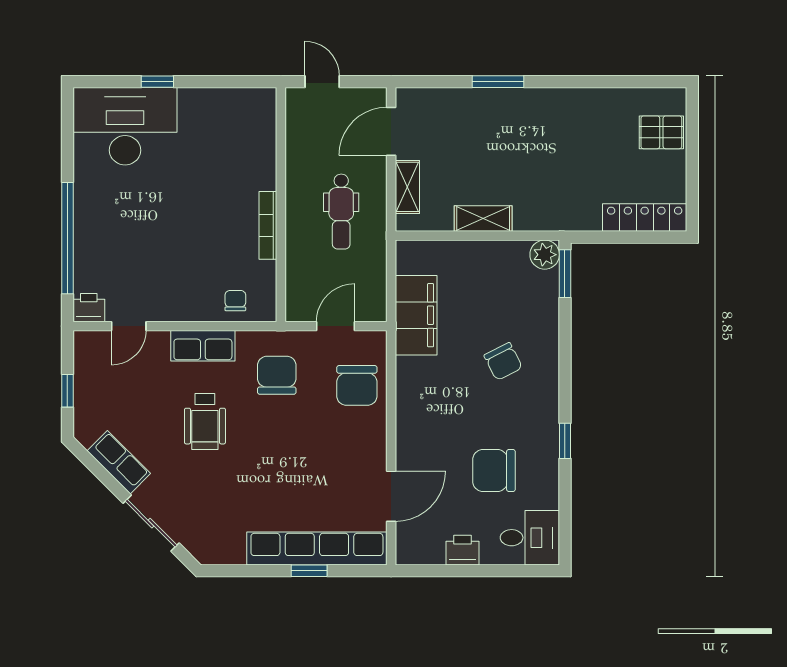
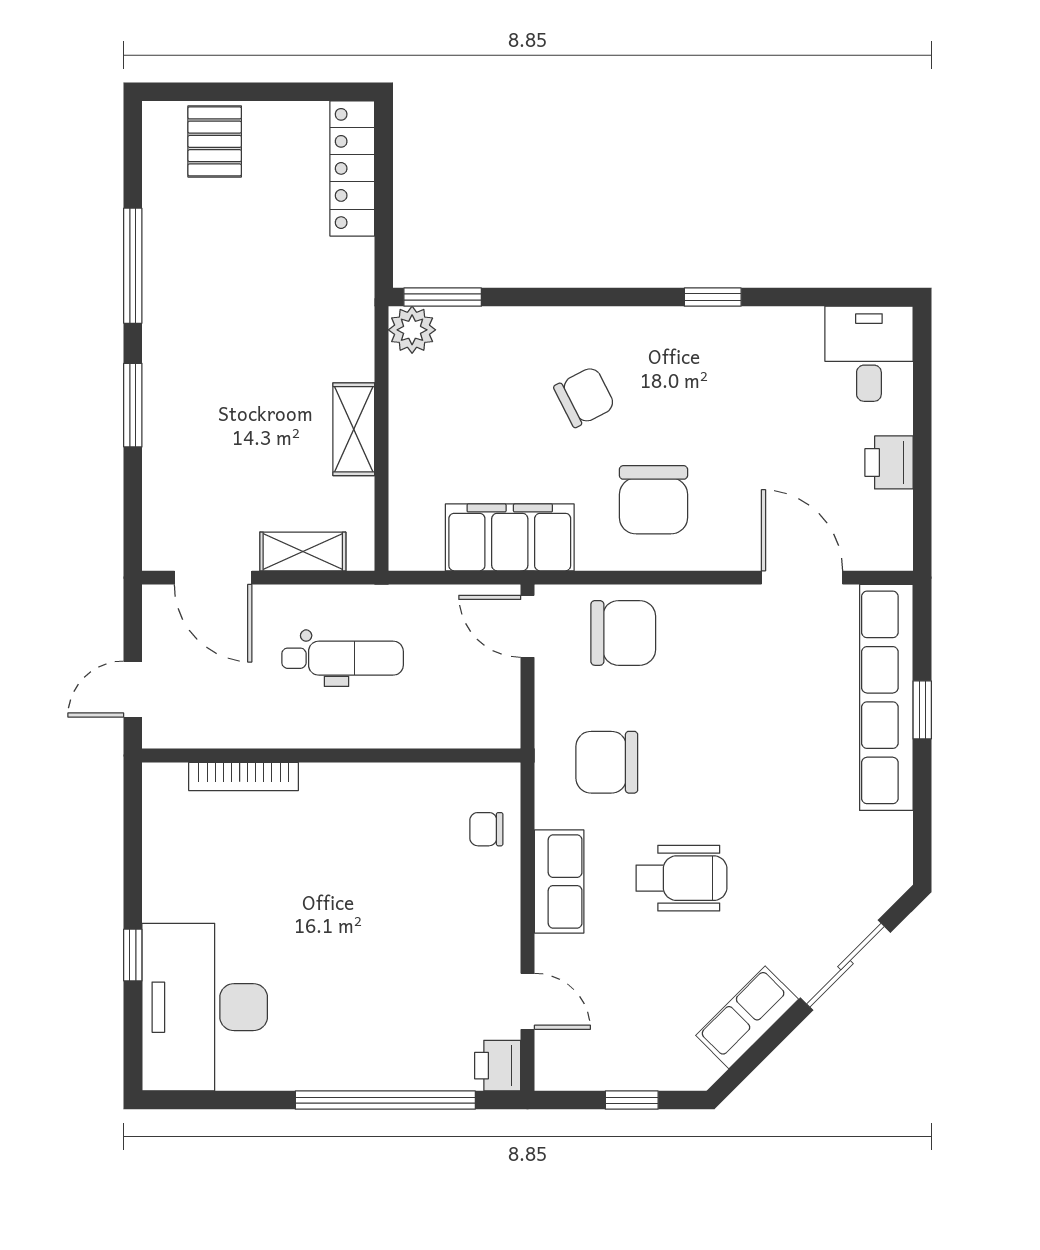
window: (584, 82) -> (133, 266), added
bookcase: (268, 225) -> (244, 776), moved
door: (336, 326) -> (528, 626), moved
chair: (494, 471) -> (653, 500), moved

